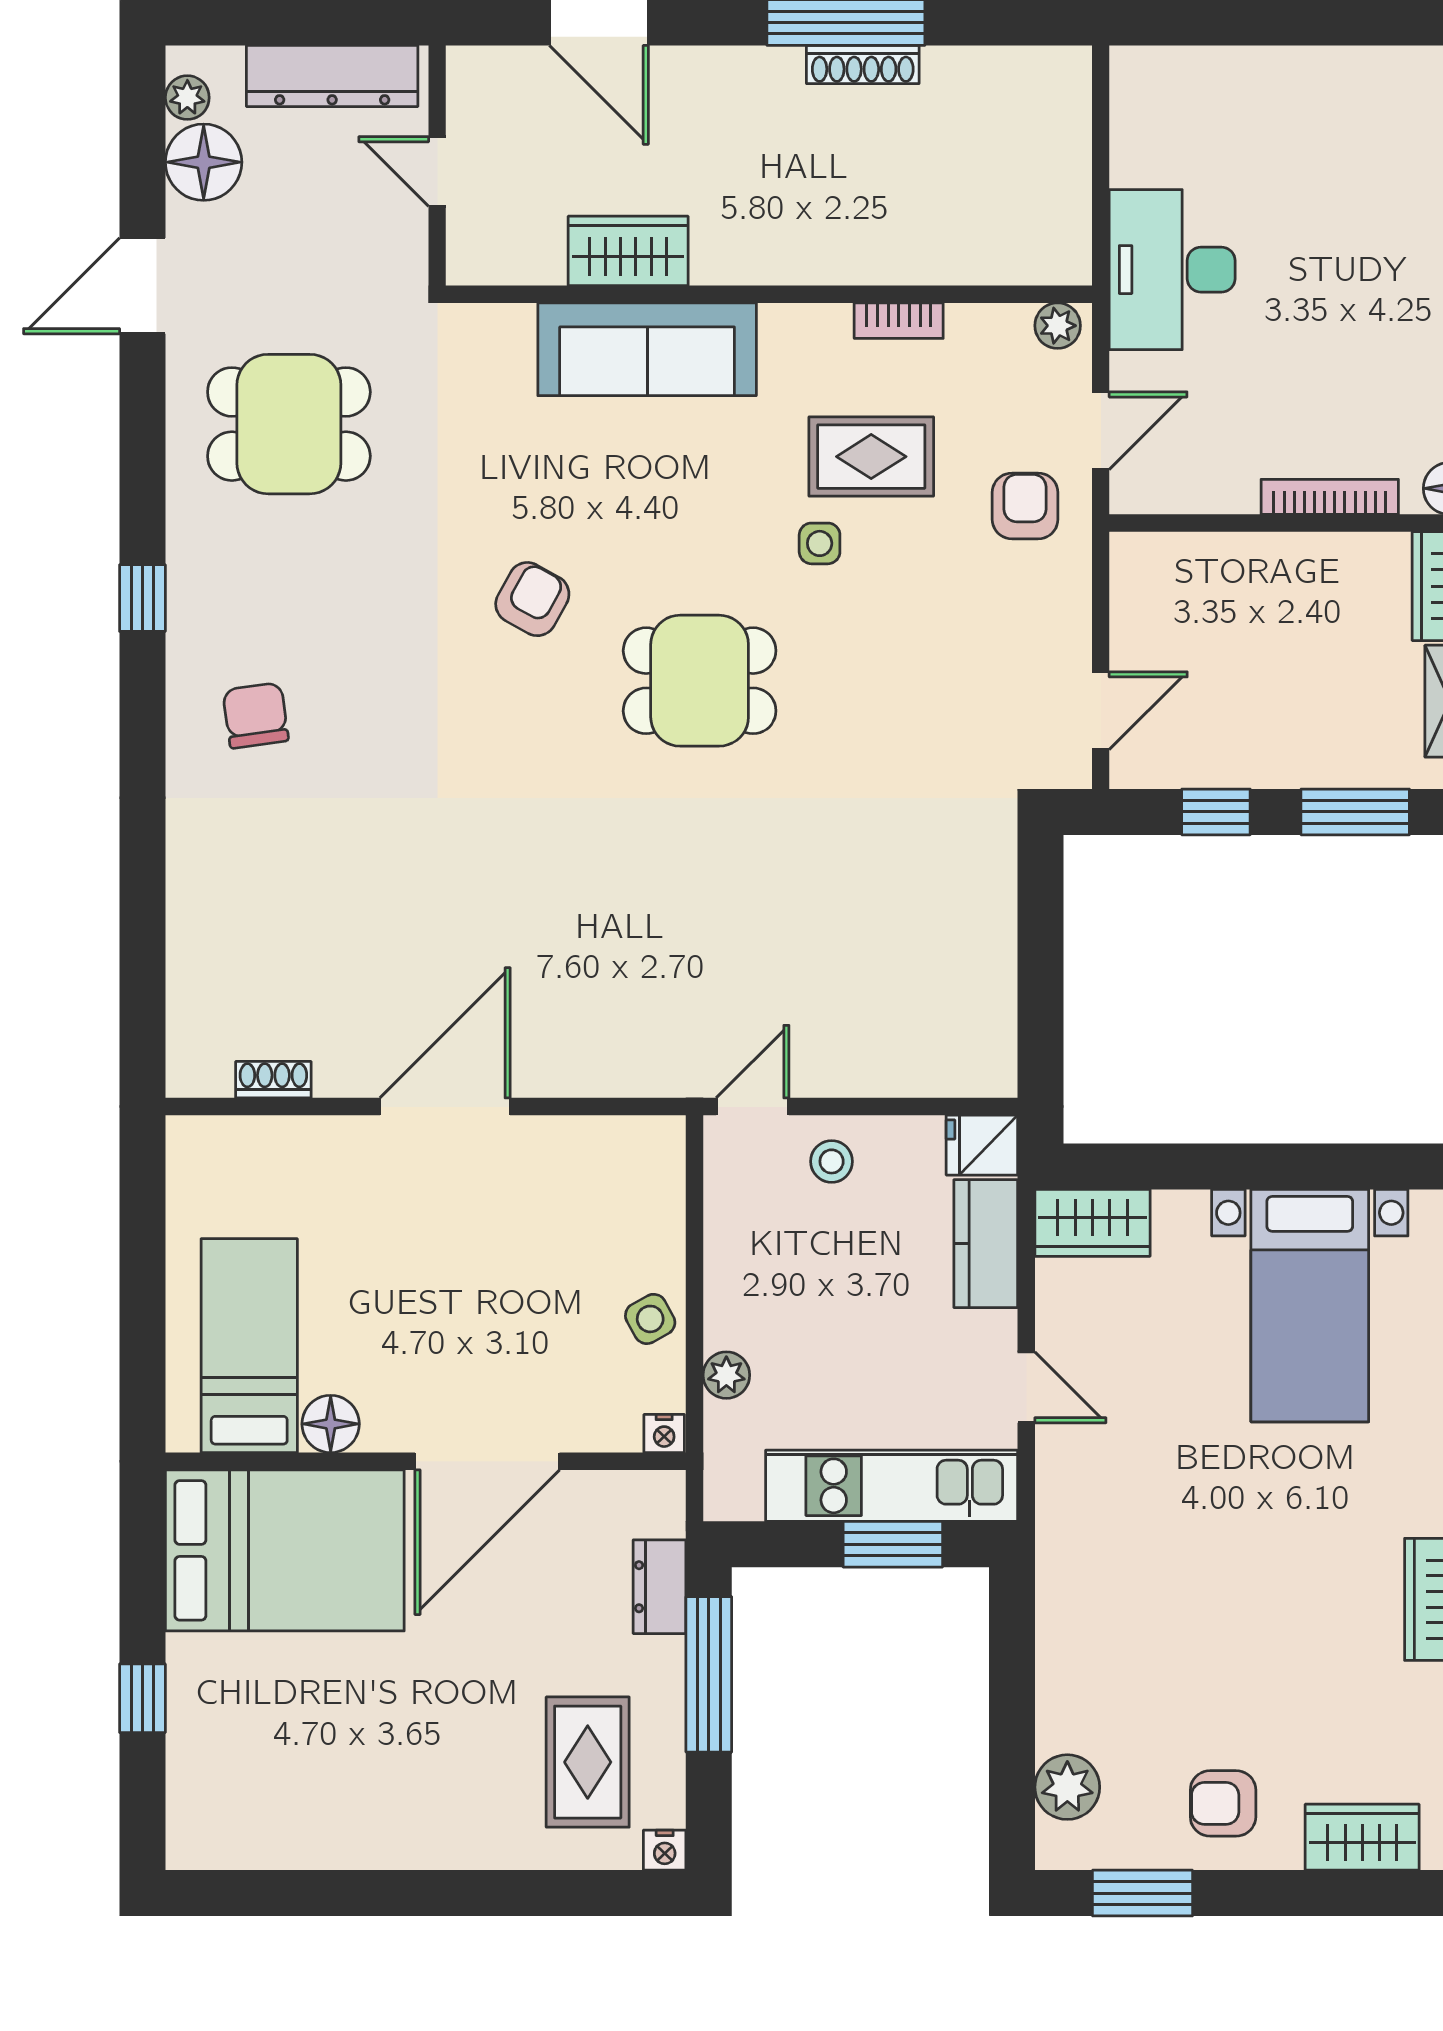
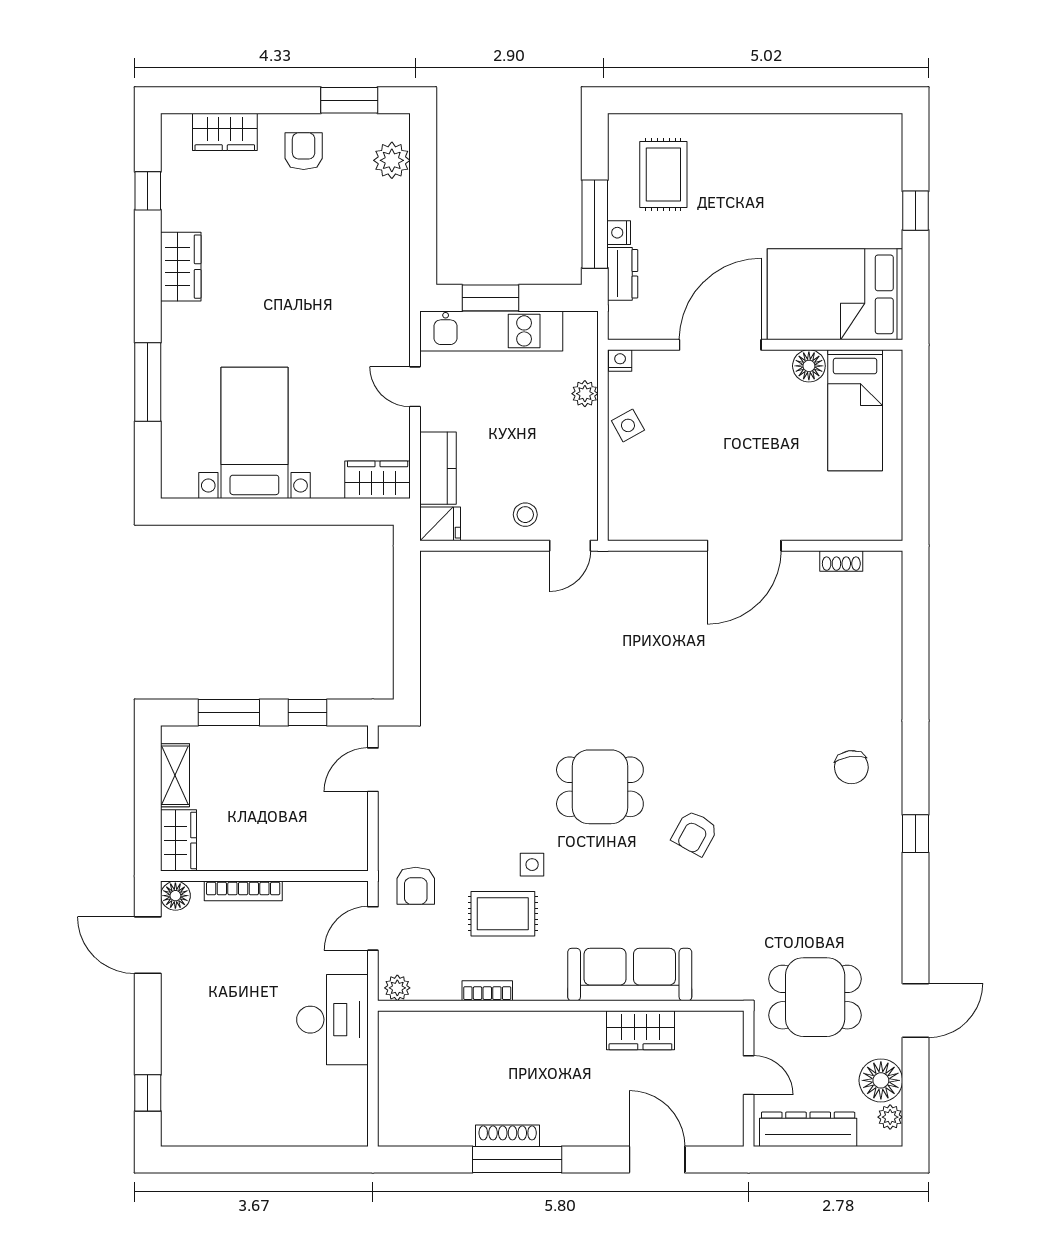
dining table: (289, 424) -> (815, 997), moved
armchair: (1223, 1803) -> (304, 151), turned -90
nightstand: (665, 1850) -> (619, 233), moved, turned -90

